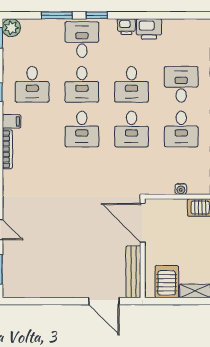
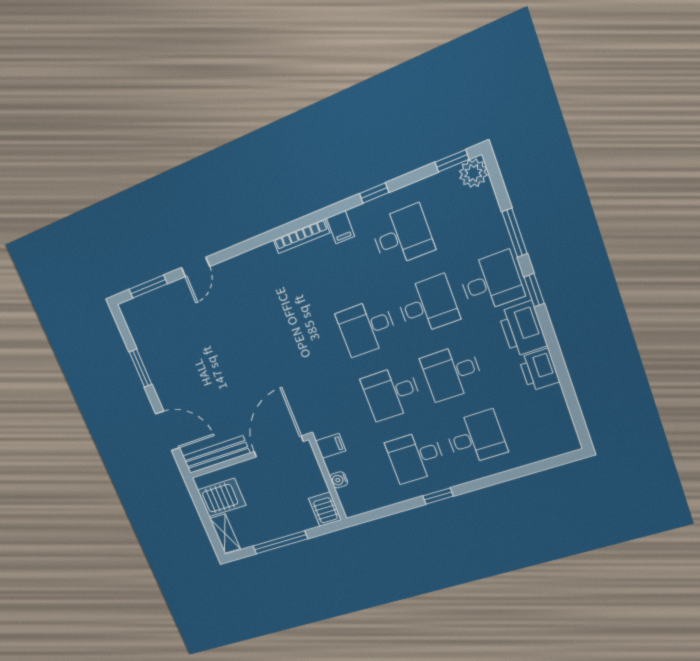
printer: (126, 27) -> (522, 329), width x1.87, depth x1.48
desk: (32, 84) -> (402, 236), turned 180
desk: (82, 84) -> (428, 305), turned 180
filing cabinet: (154, 185) -> (331, 446), added
window: (52, 301) -> (141, 368), added
door: (104, 301) -> (168, 431), swing flipped

